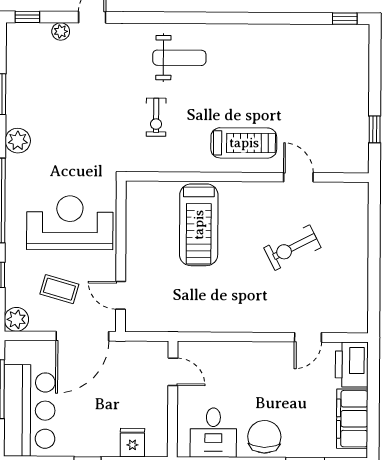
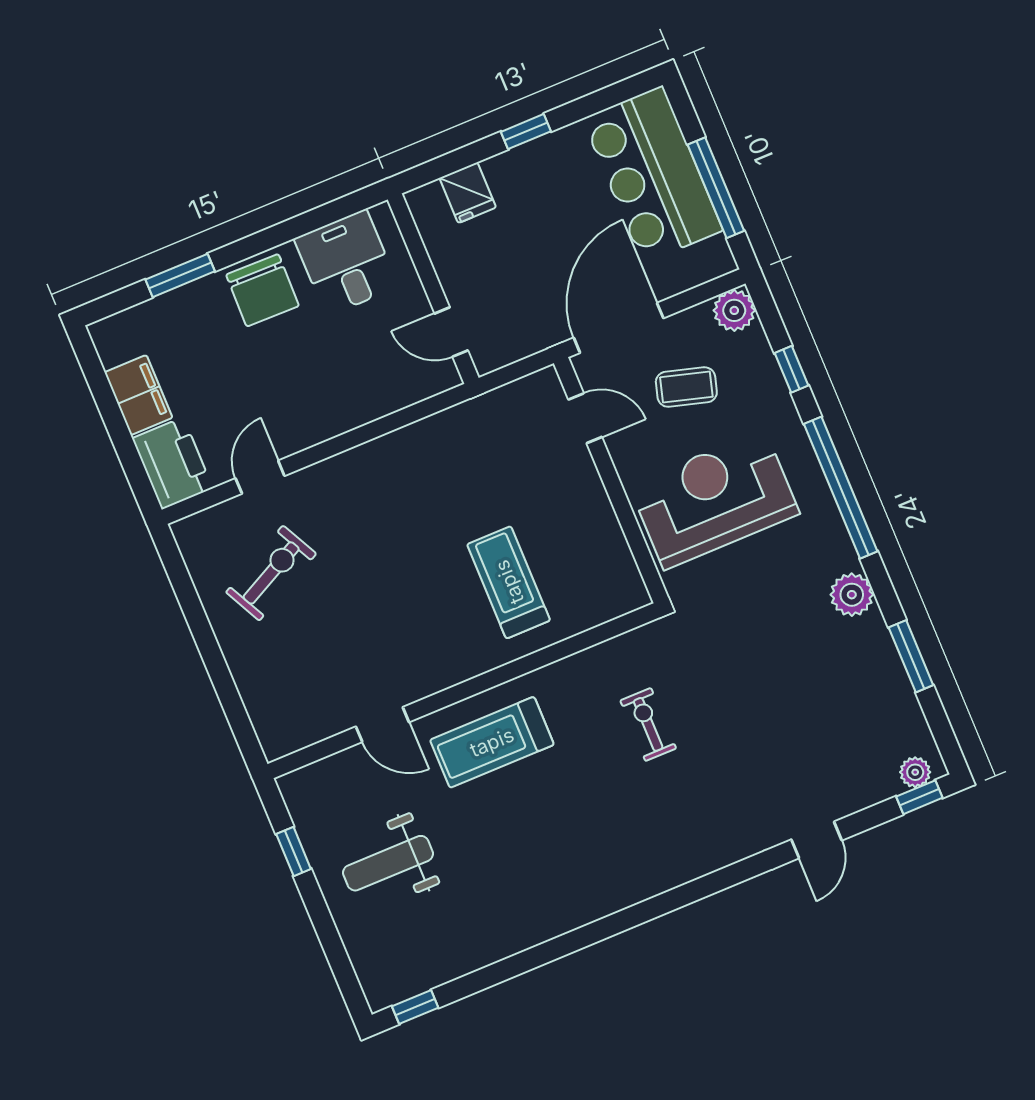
plant: (61, 31) -> (915, 772), moved
weight bench: (179, 58) -> (388, 863), moved
reception desk: (70, 223) -> (714, 499), turned 180
treadmill: (199, 225) -> (509, 582), width x0.73, depth x0.73
exercise bike: (292, 248) -> (271, 573), moved
filing cabinet: (352, 419) -> (138, 395), width x0.67, depth x0.86

